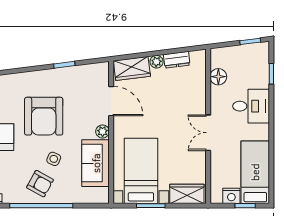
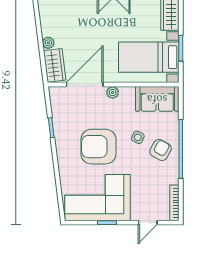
dresser: (177, 60) -> (47, 24), removed
door: (111, 101) -> (85, 84), width x1.36
armchair: (44, 116) -> (98, 147), turned 180
sofa: (96, 163) -> (157, 99), moved

